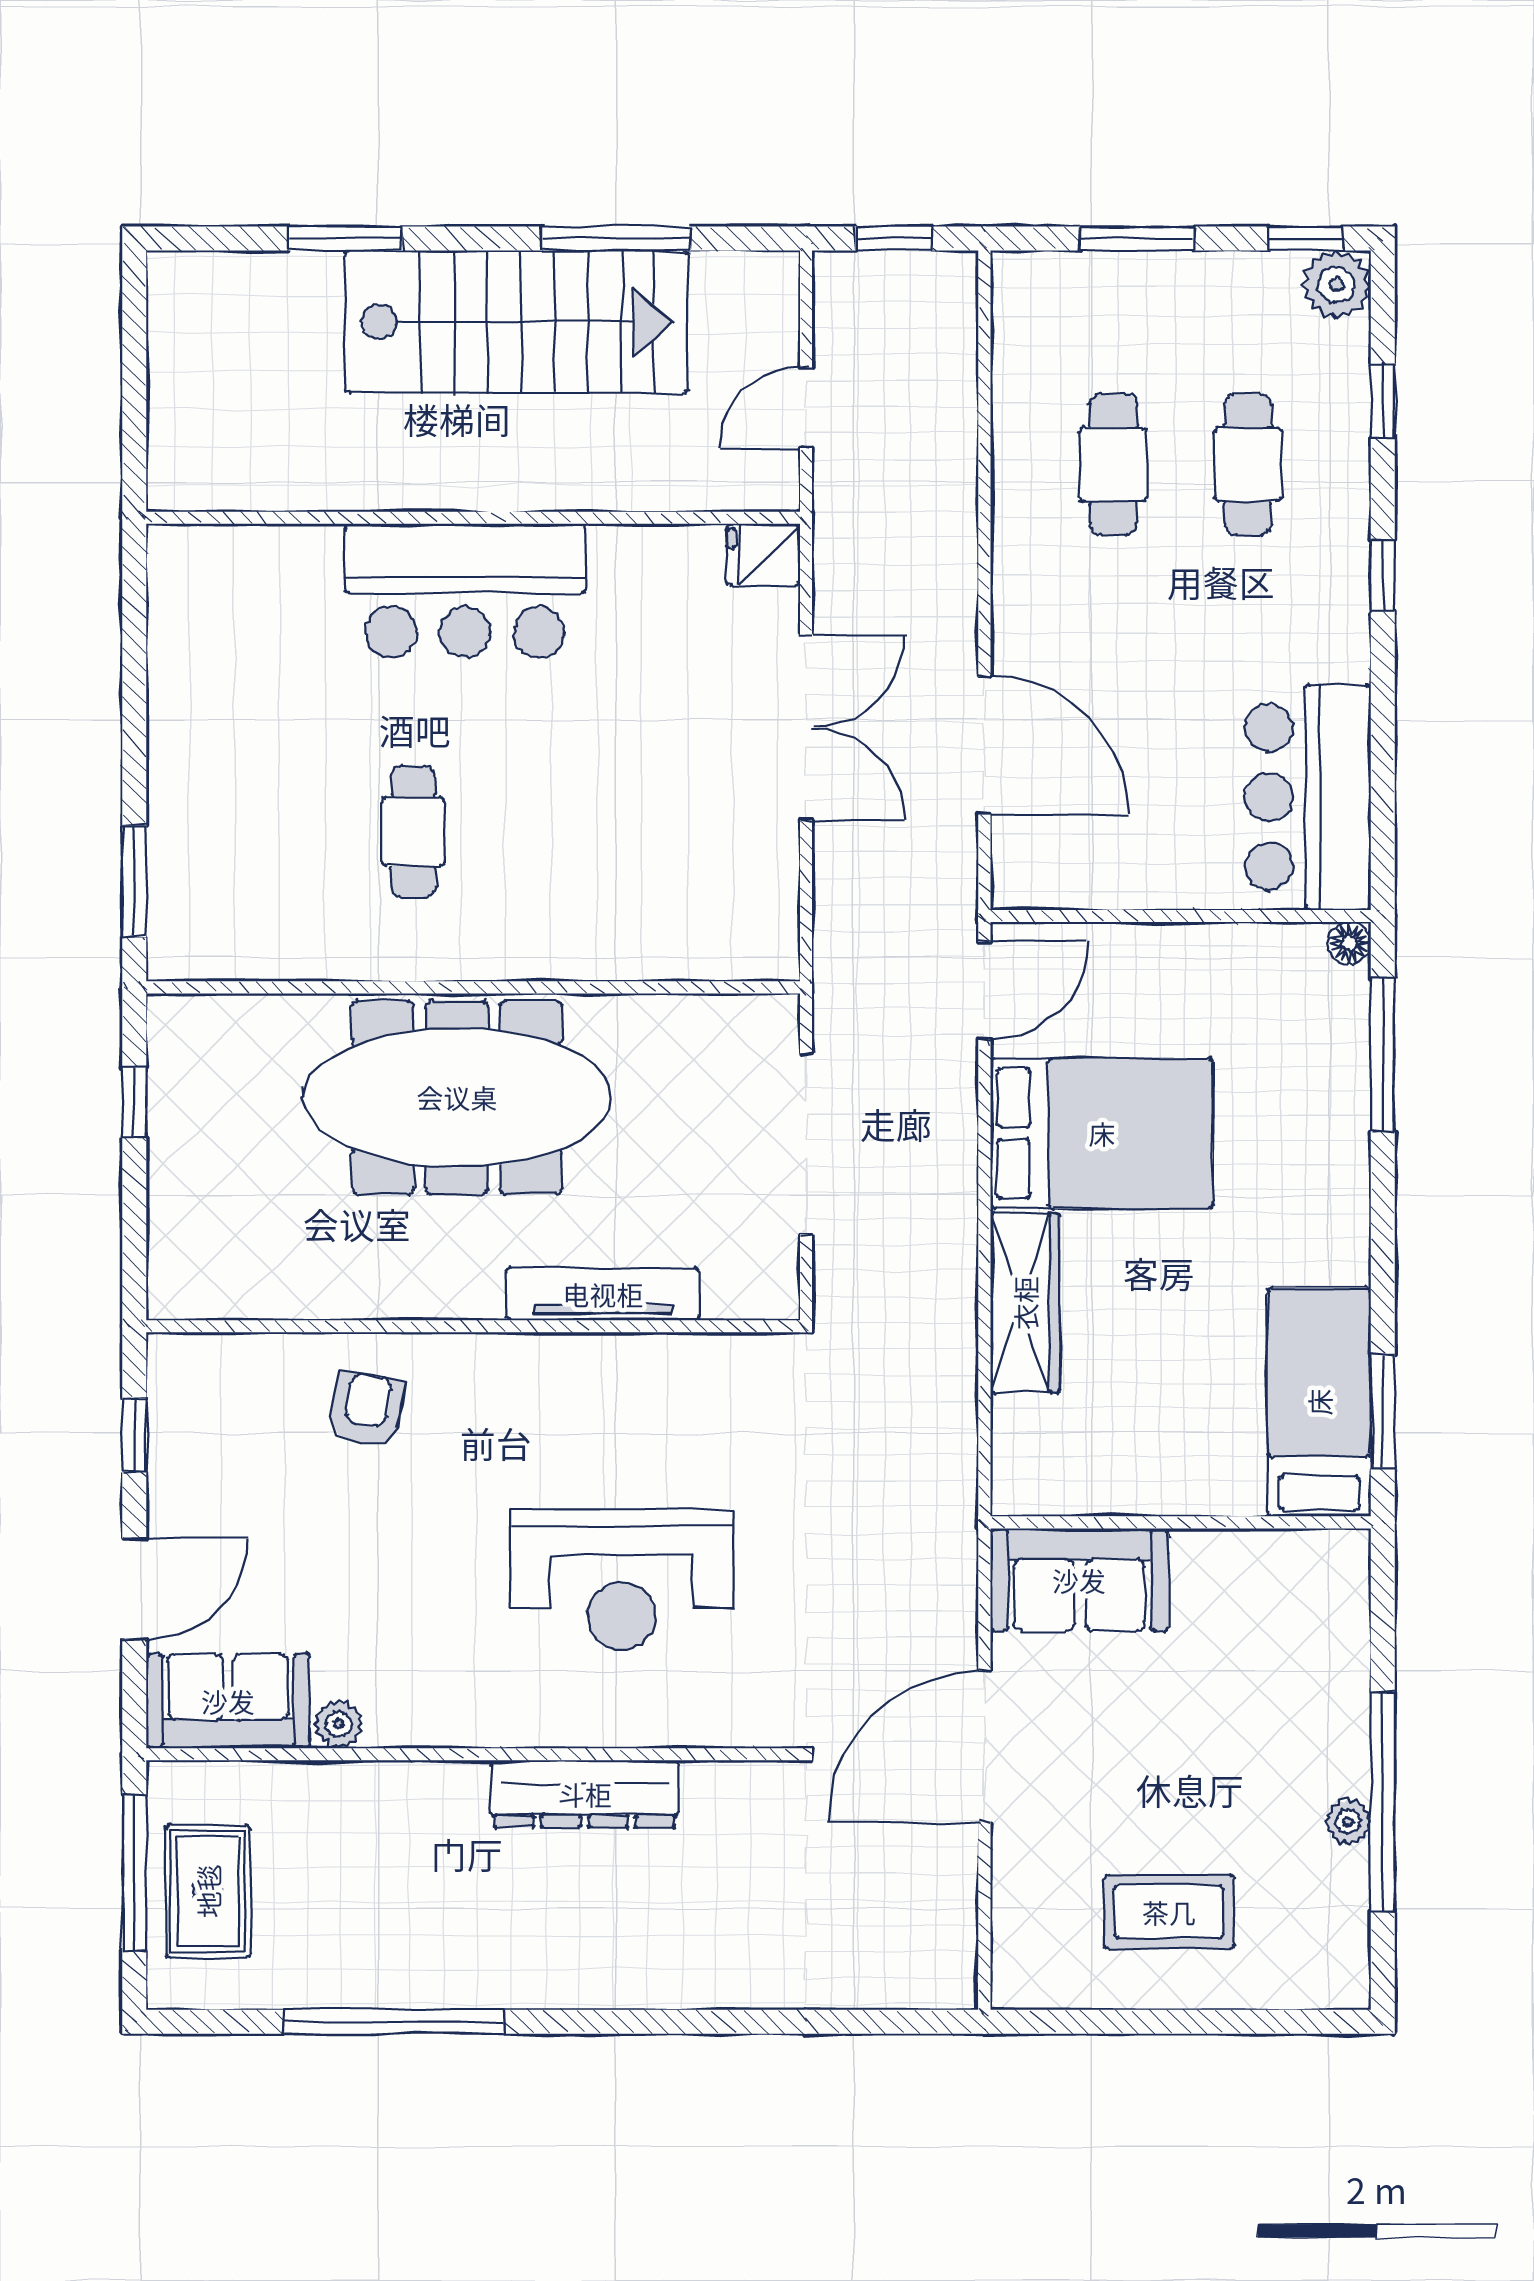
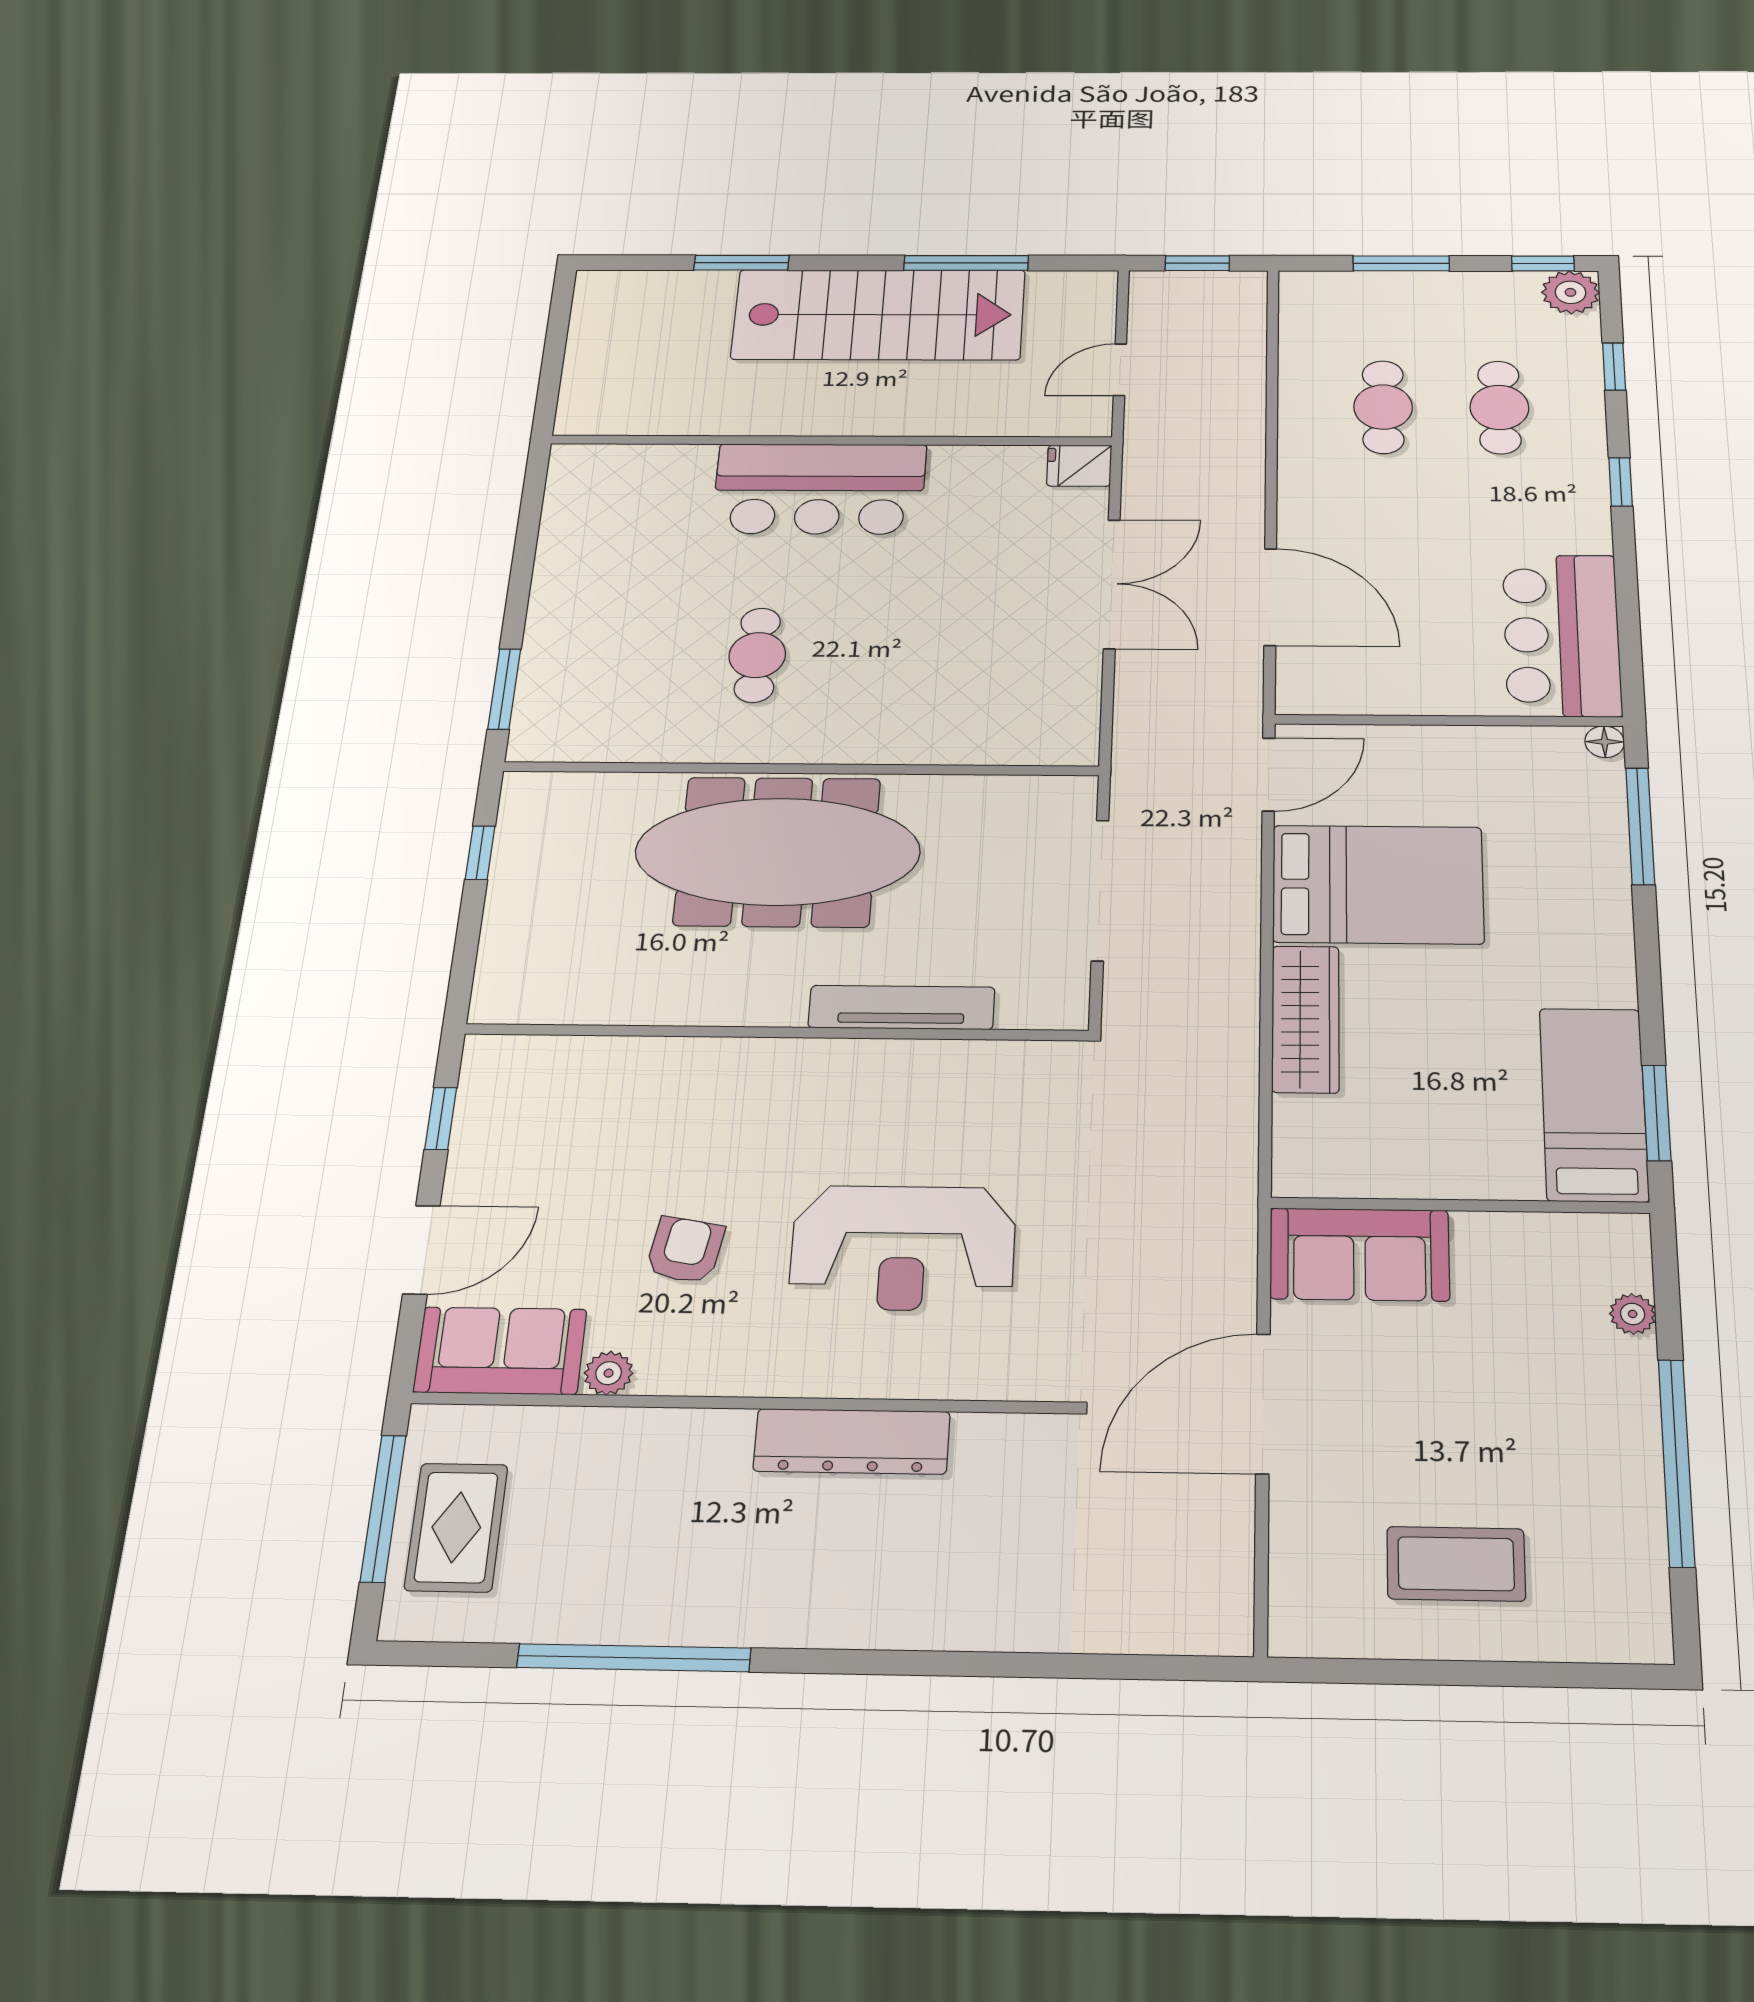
armchair: (367, 1409) -> (685, 1250), moved
plant: (1348, 1822) -> (1633, 1314), moved

